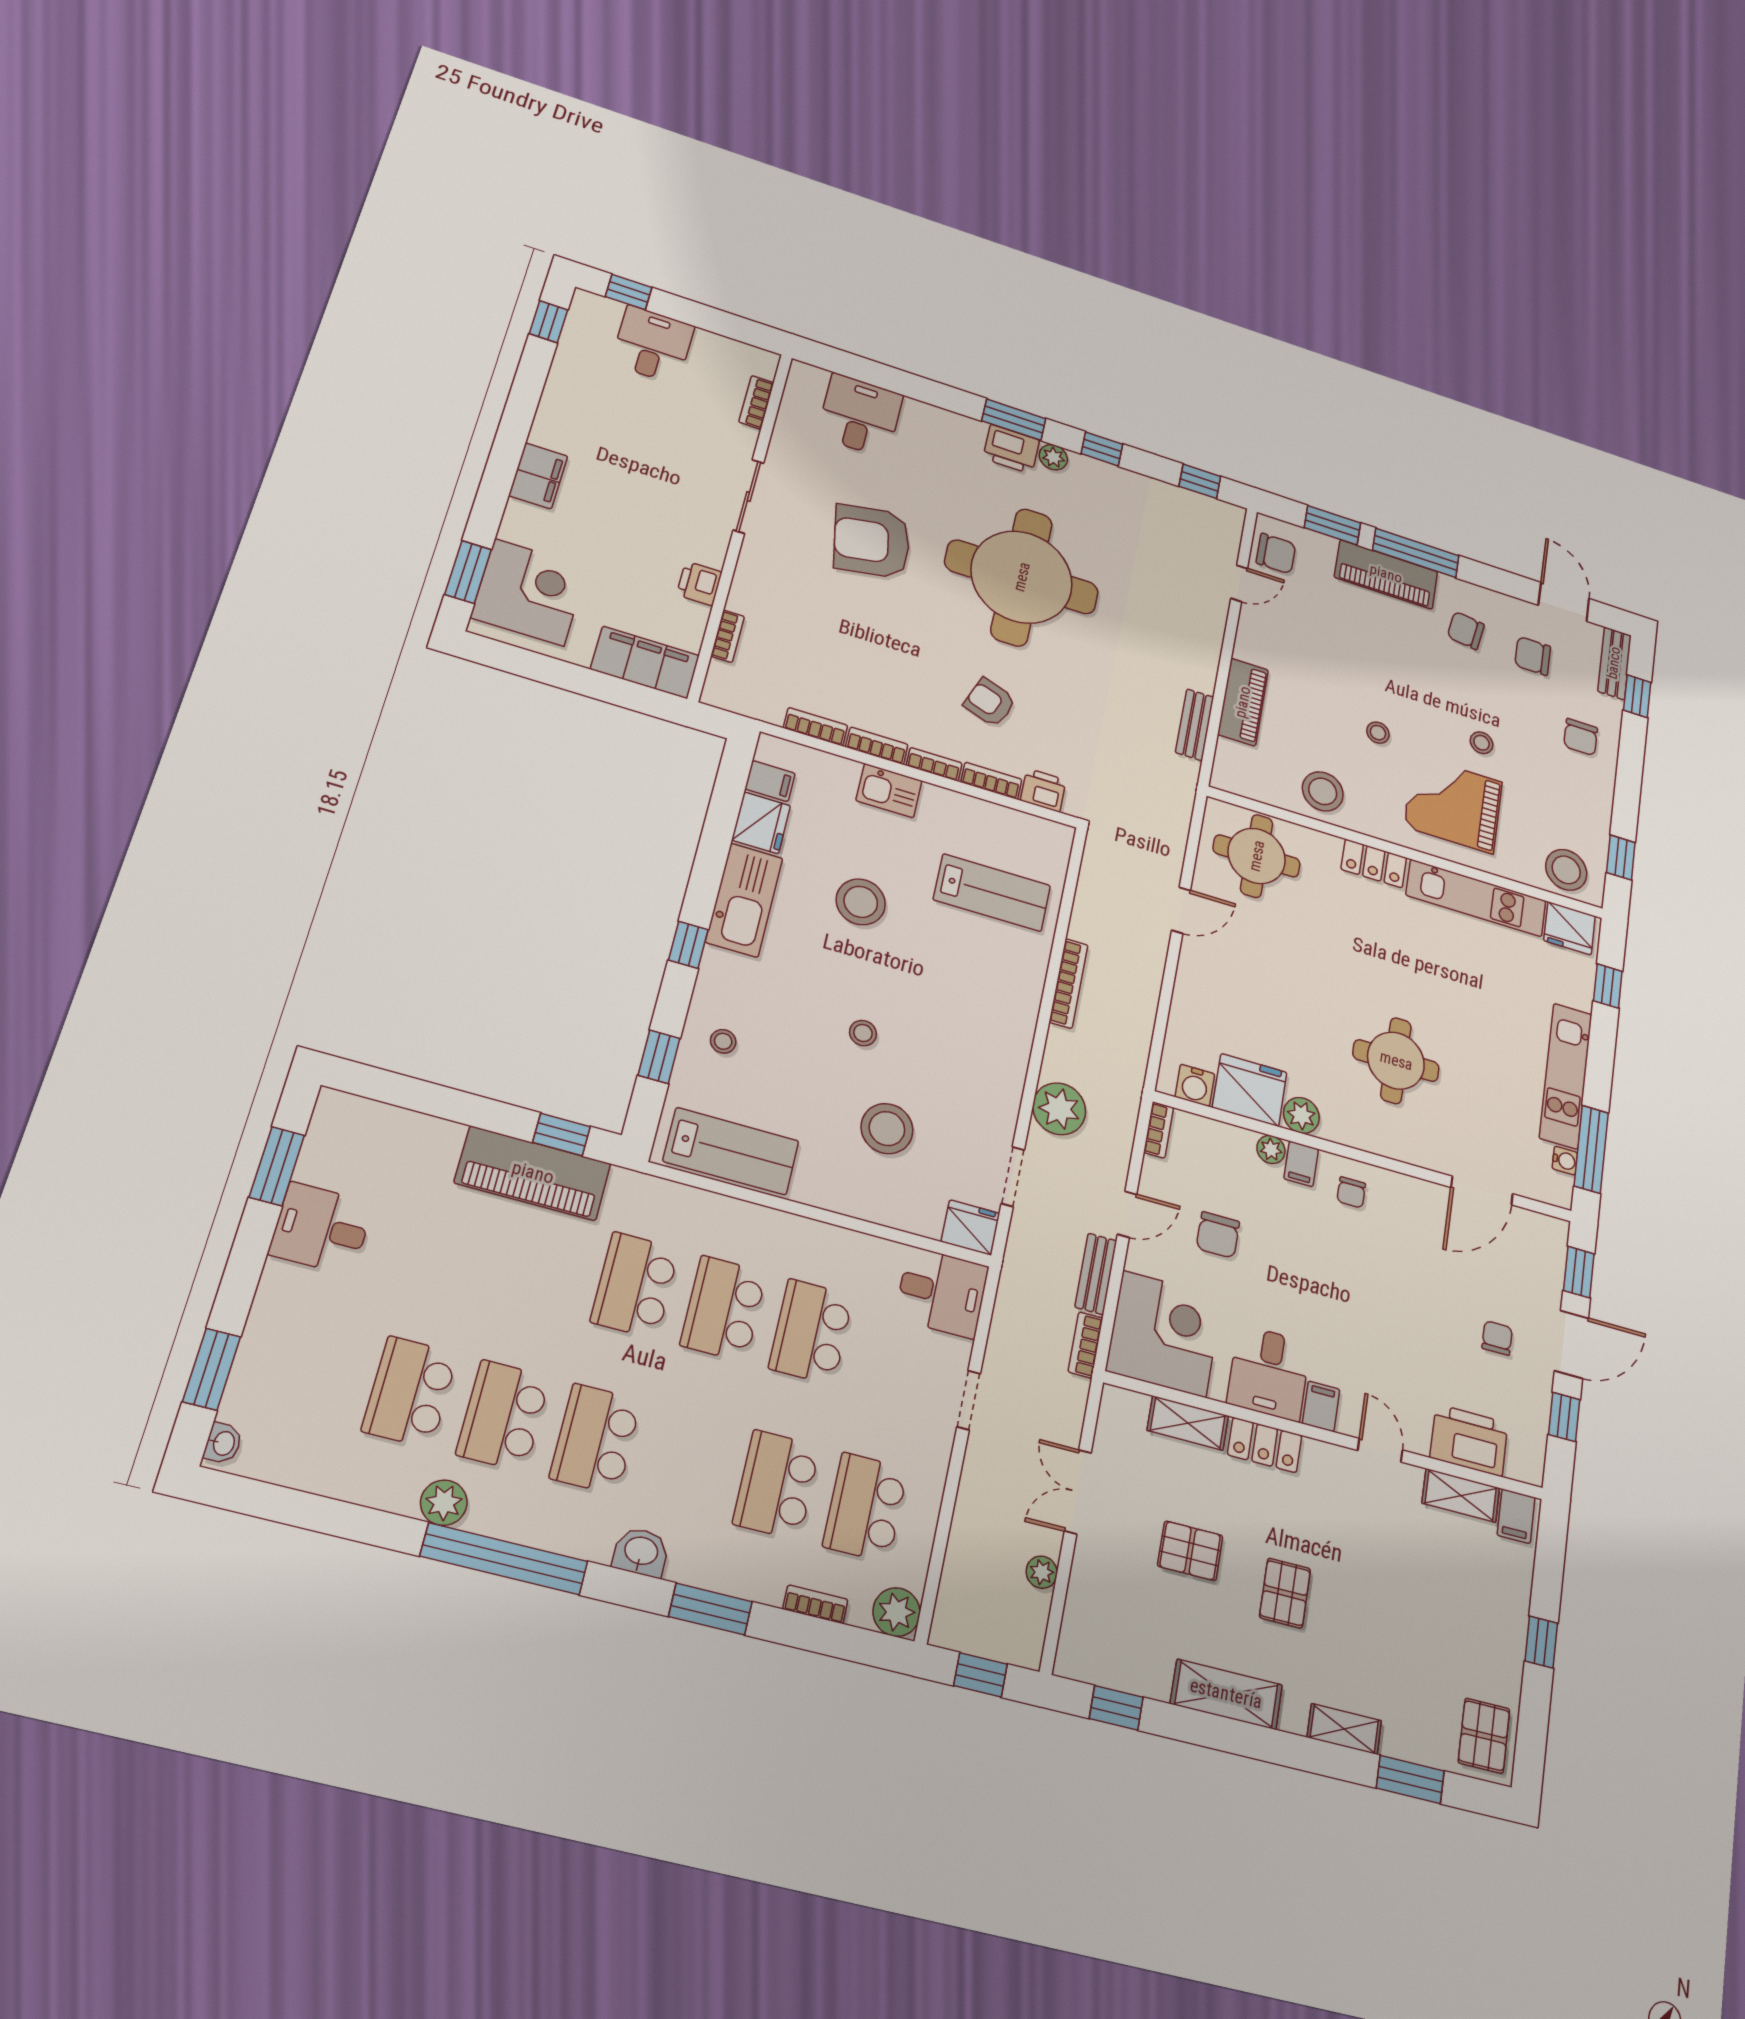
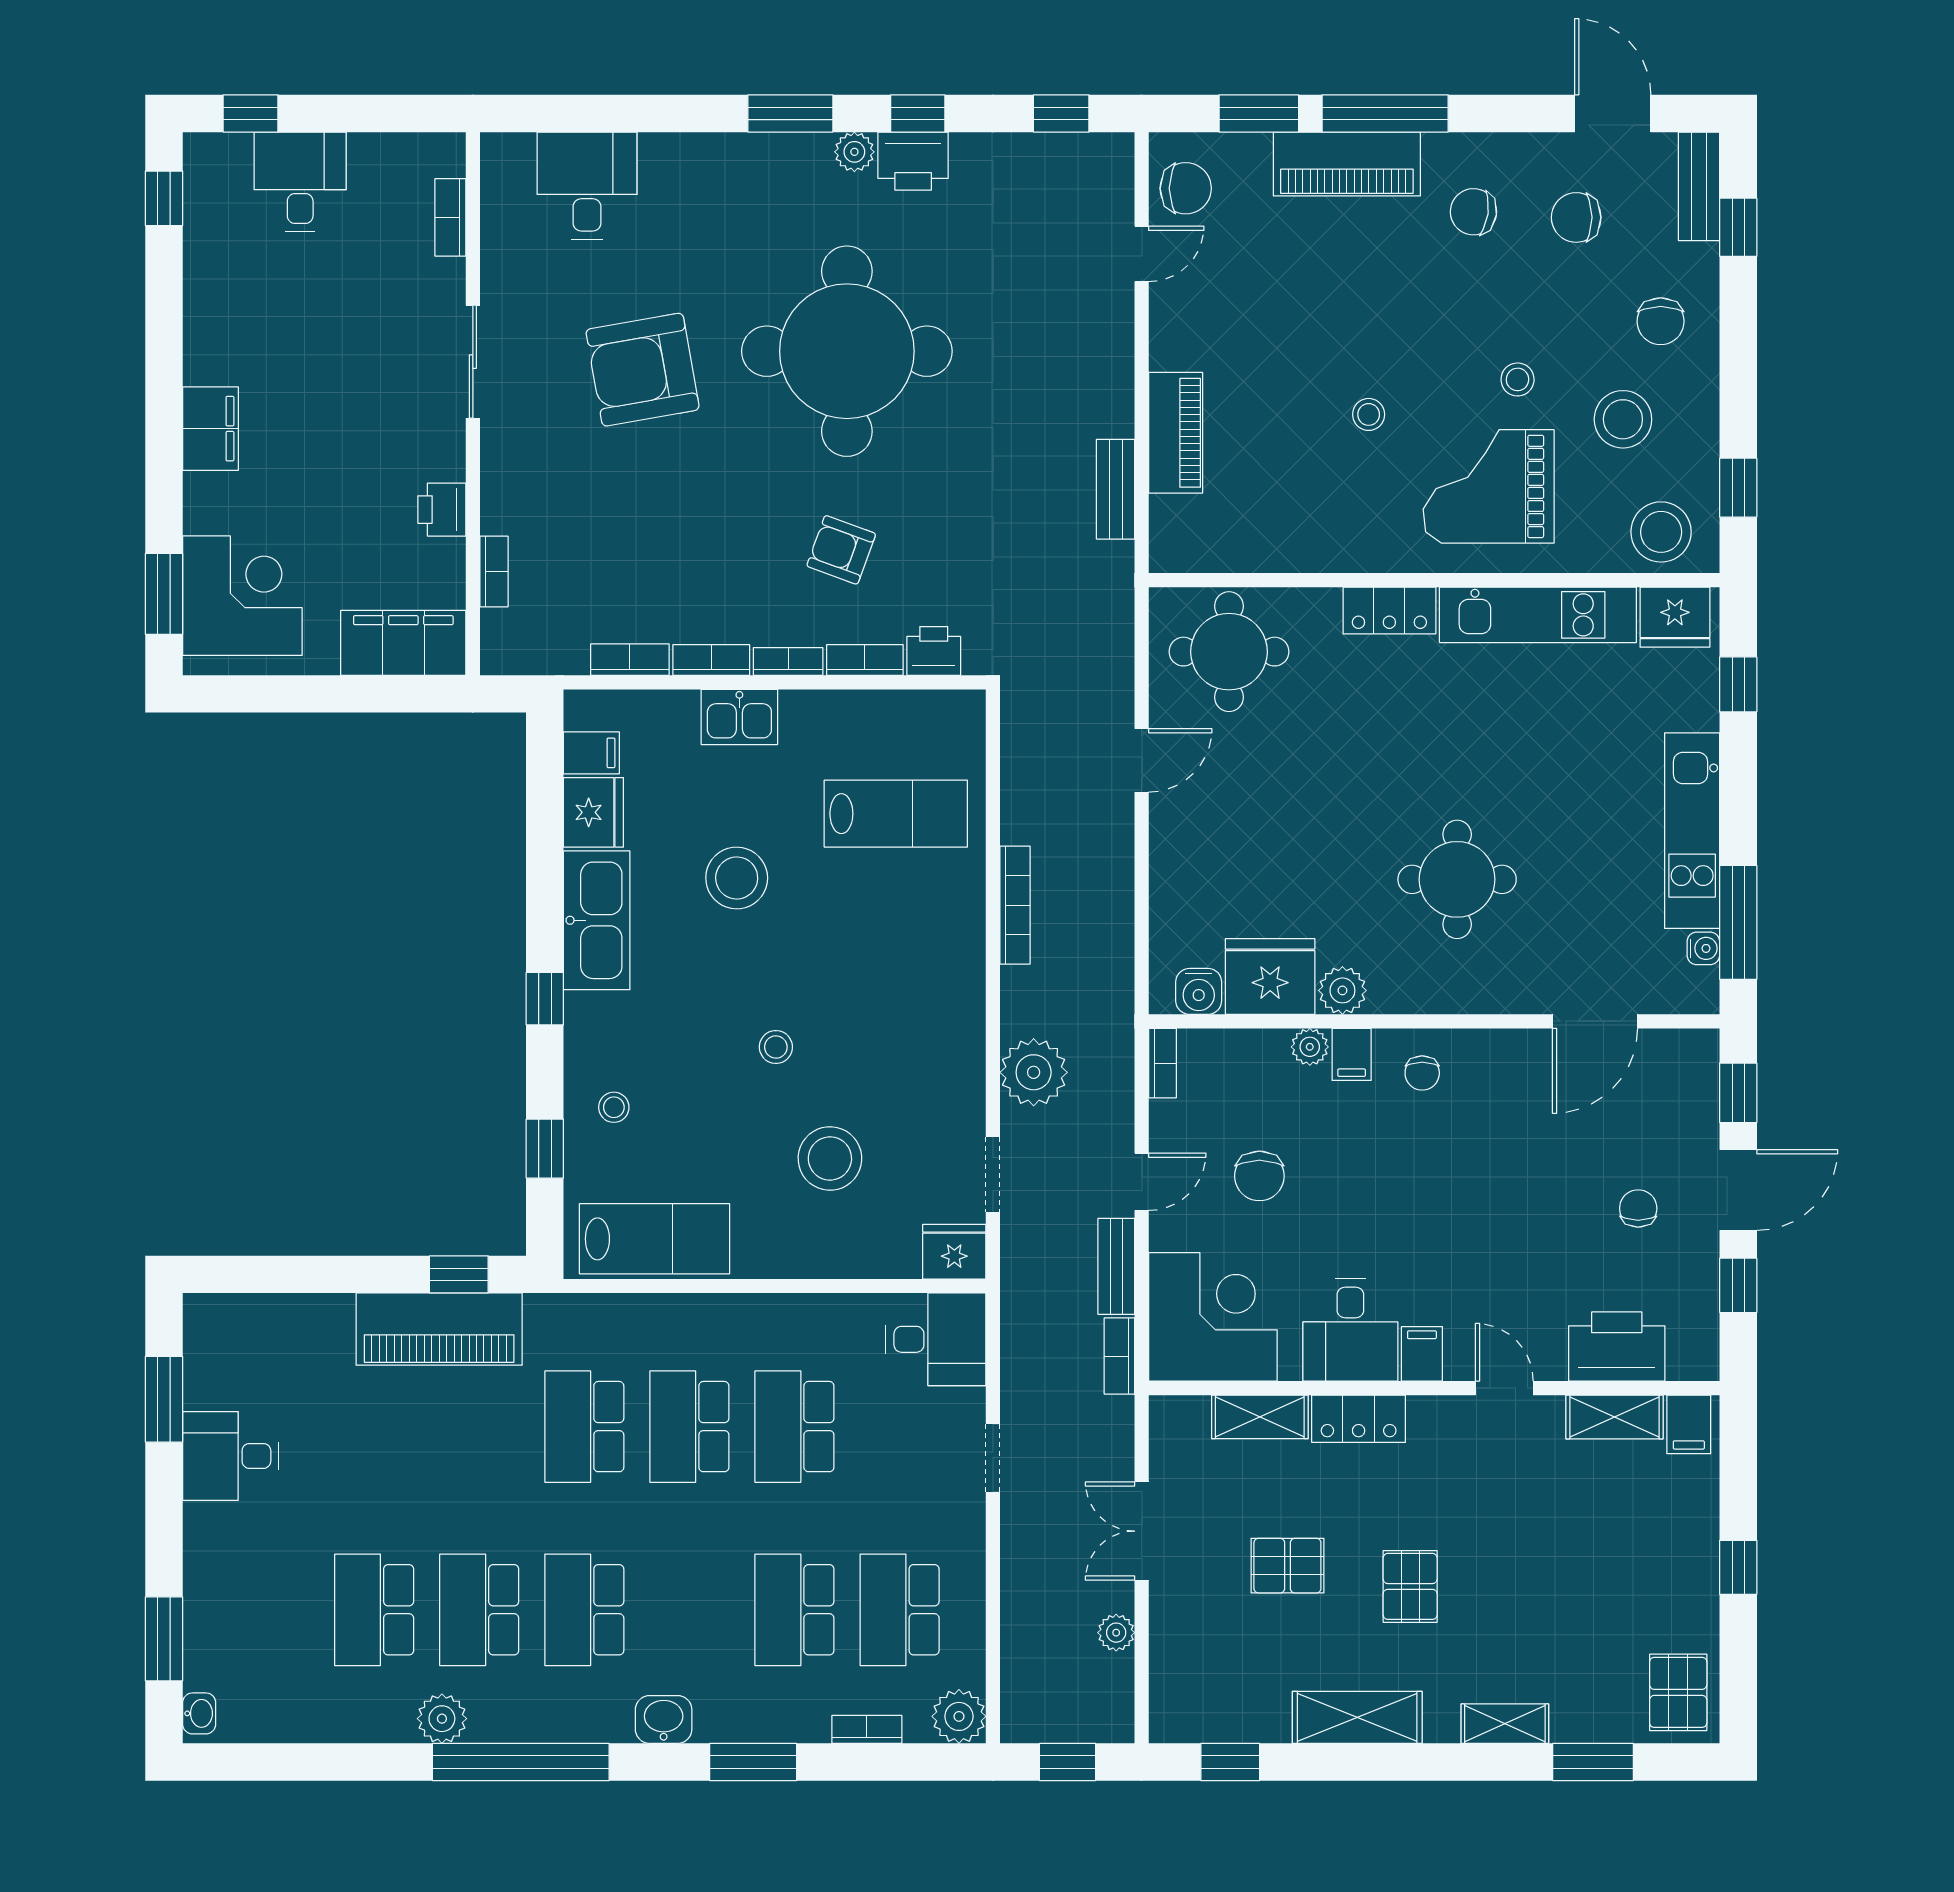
printer: (1011, 449) -> (913, 161), moved
stool: (1323, 791) -> (1623, 419), moved

